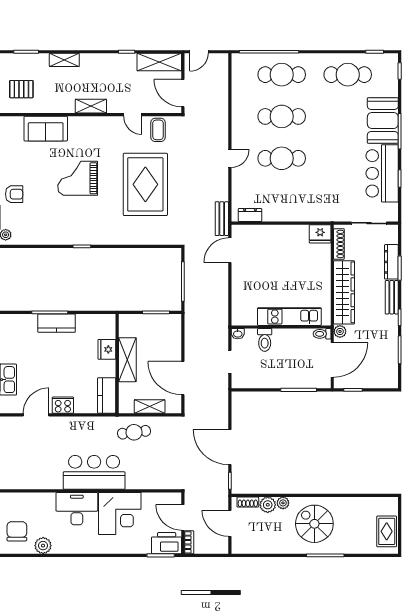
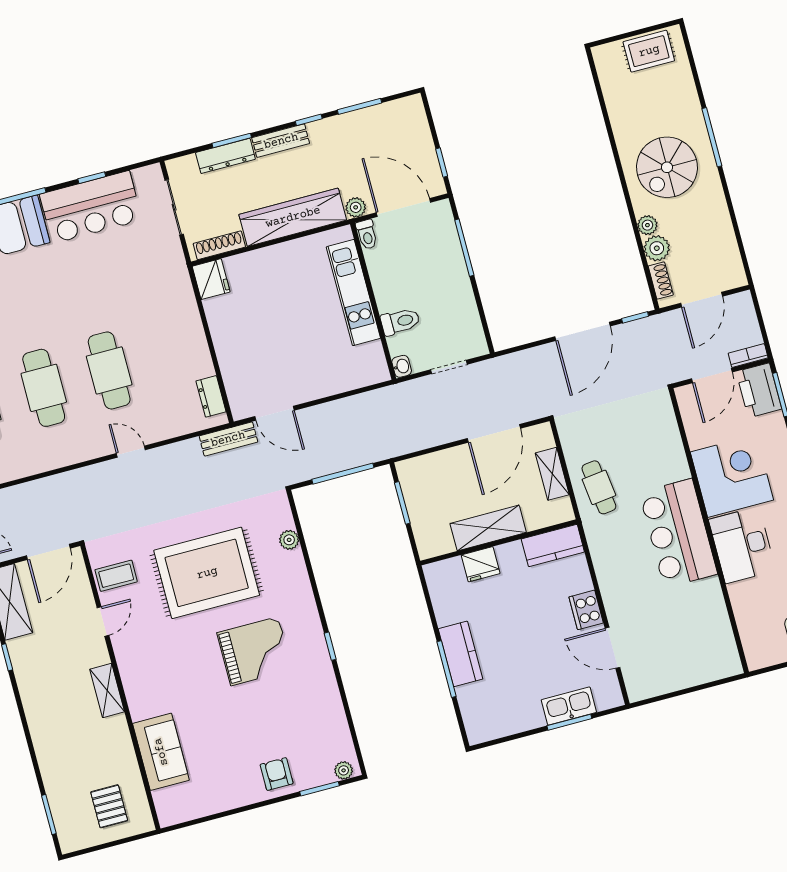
shelving: (64, 60) -> (46, 751), removed
grand piano: (78, 178) -> (255, 651), moved, turned -90
plant: (152, 239) -> (289, 540), added

